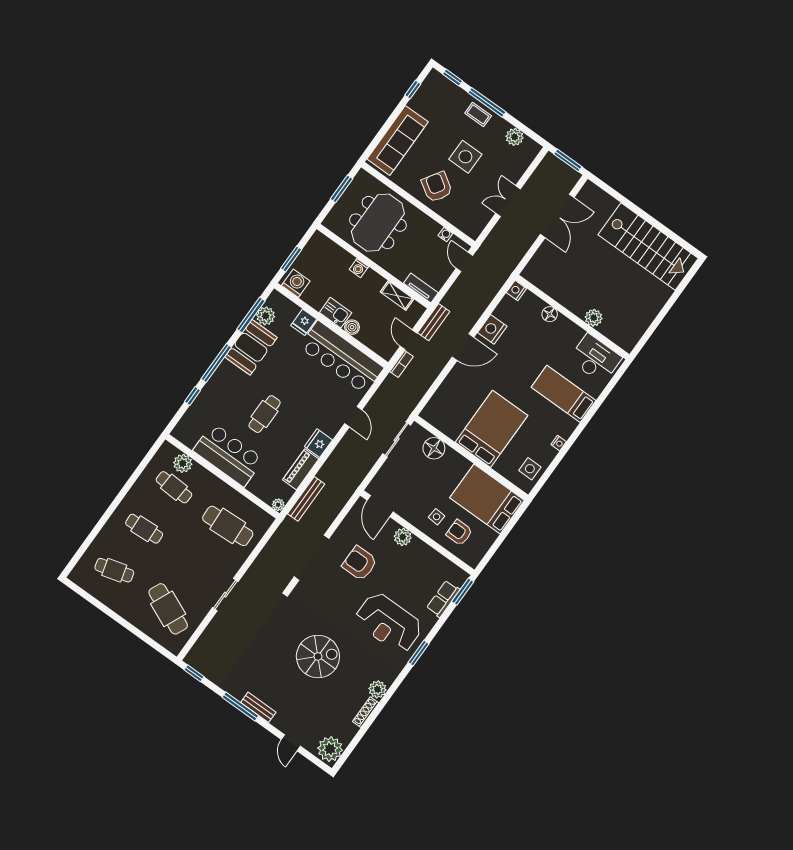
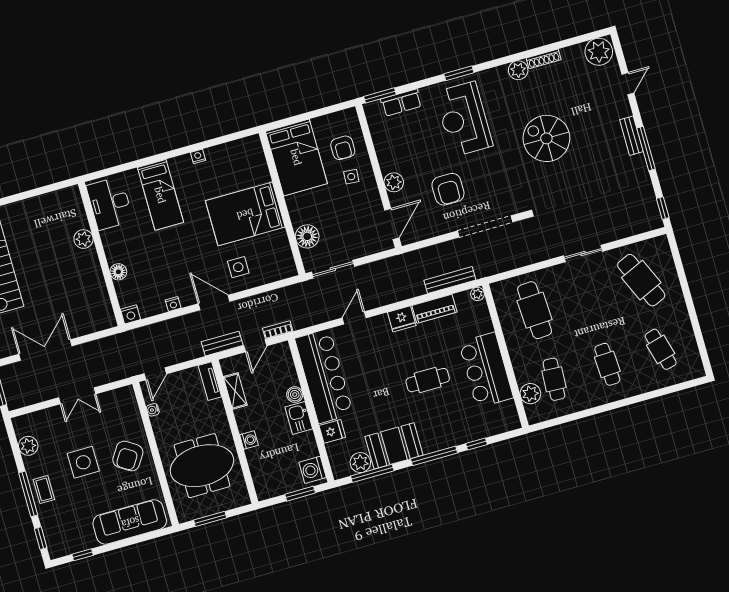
nightstand: (492, 329) -> (173, 304), width x0.53, depth x0.56
side table: (530, 469) -> (238, 267), moved
cafe table: (168, 609) -> (641, 280), turned -48
reception desk: (389, 623) -> (464, 119), turned 180

